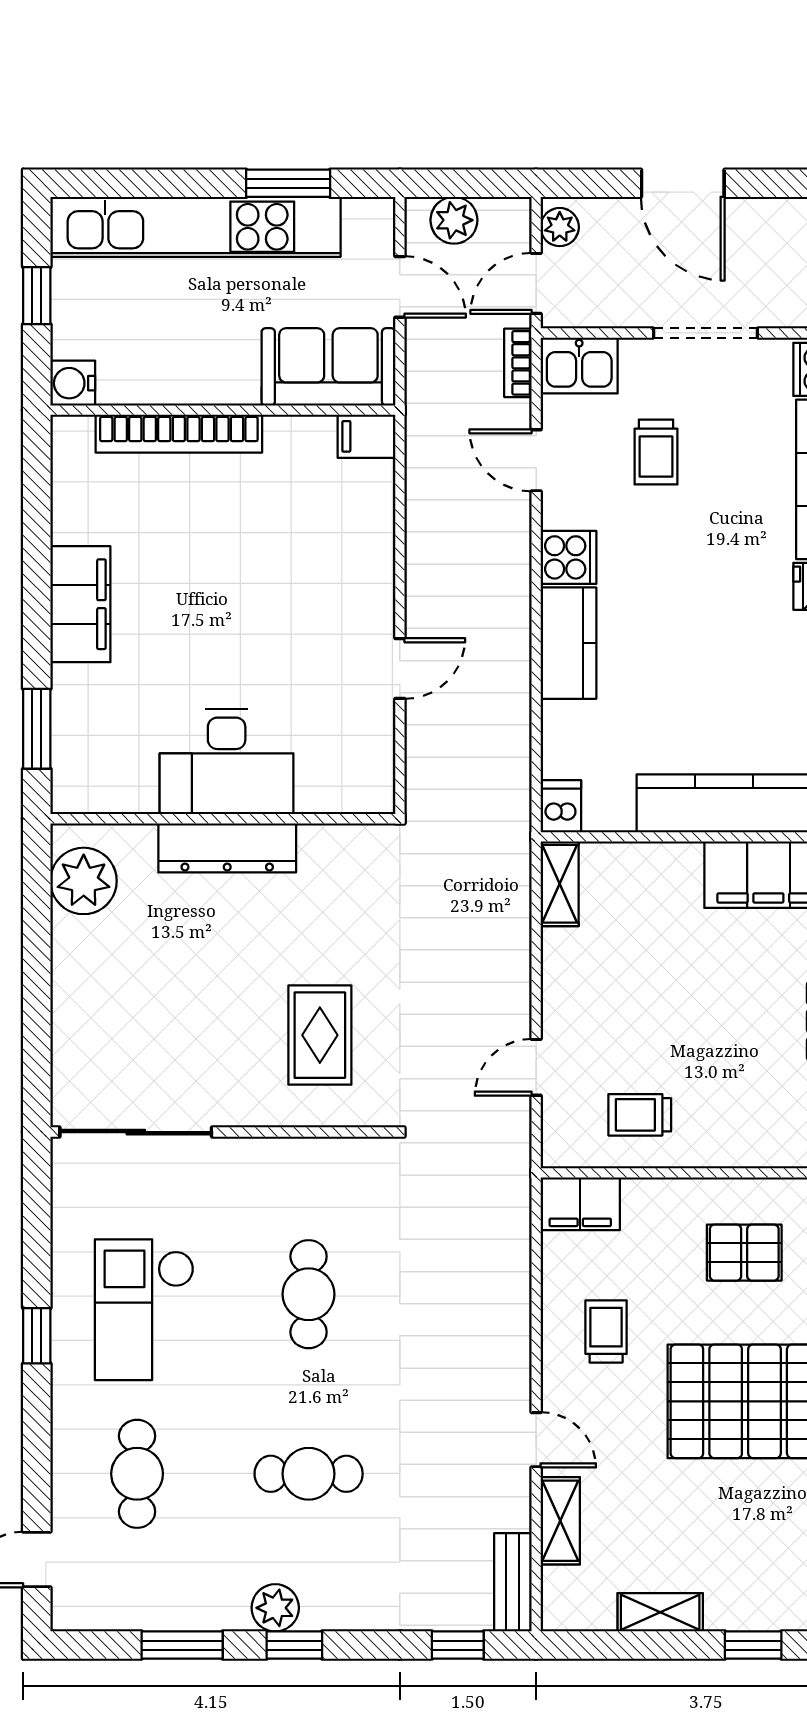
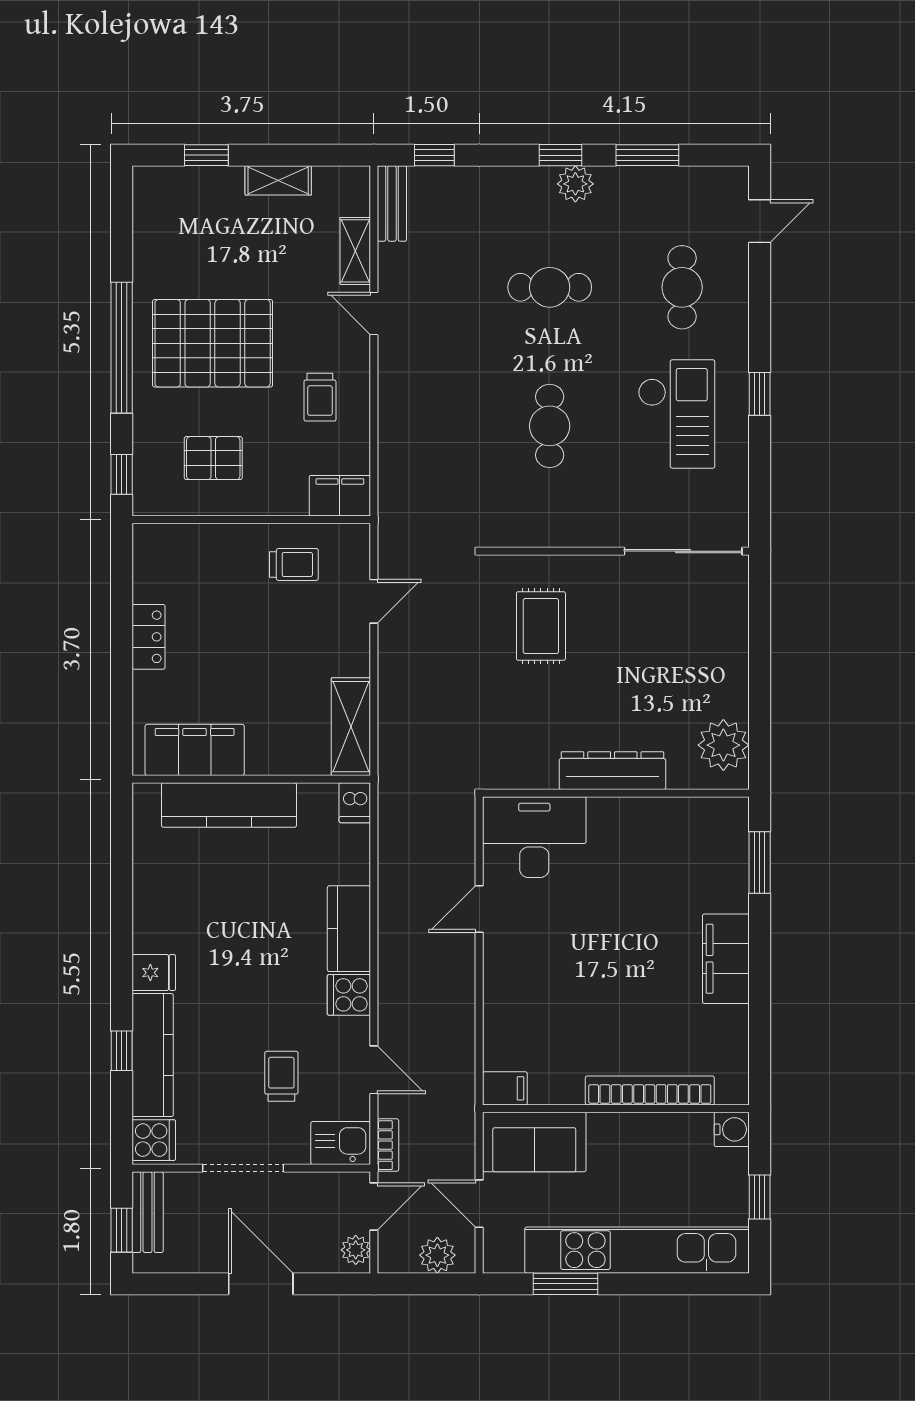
desk: (227, 762) -> (534, 837), moved
shelving: (560, 884) -> (351, 727), width x1.50, depth x1.33

